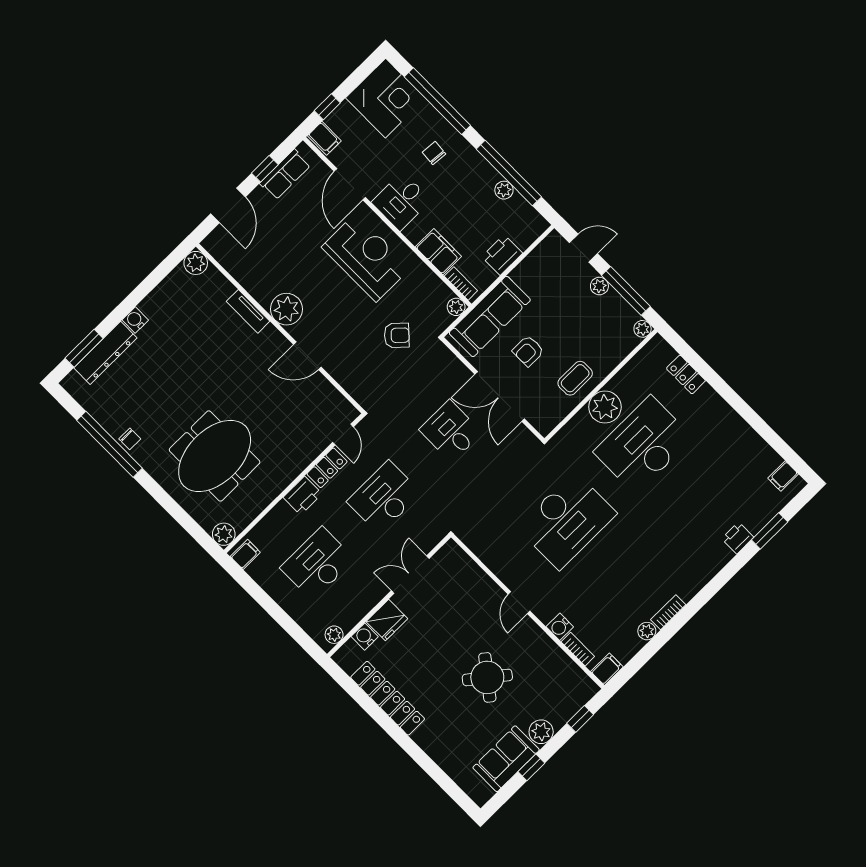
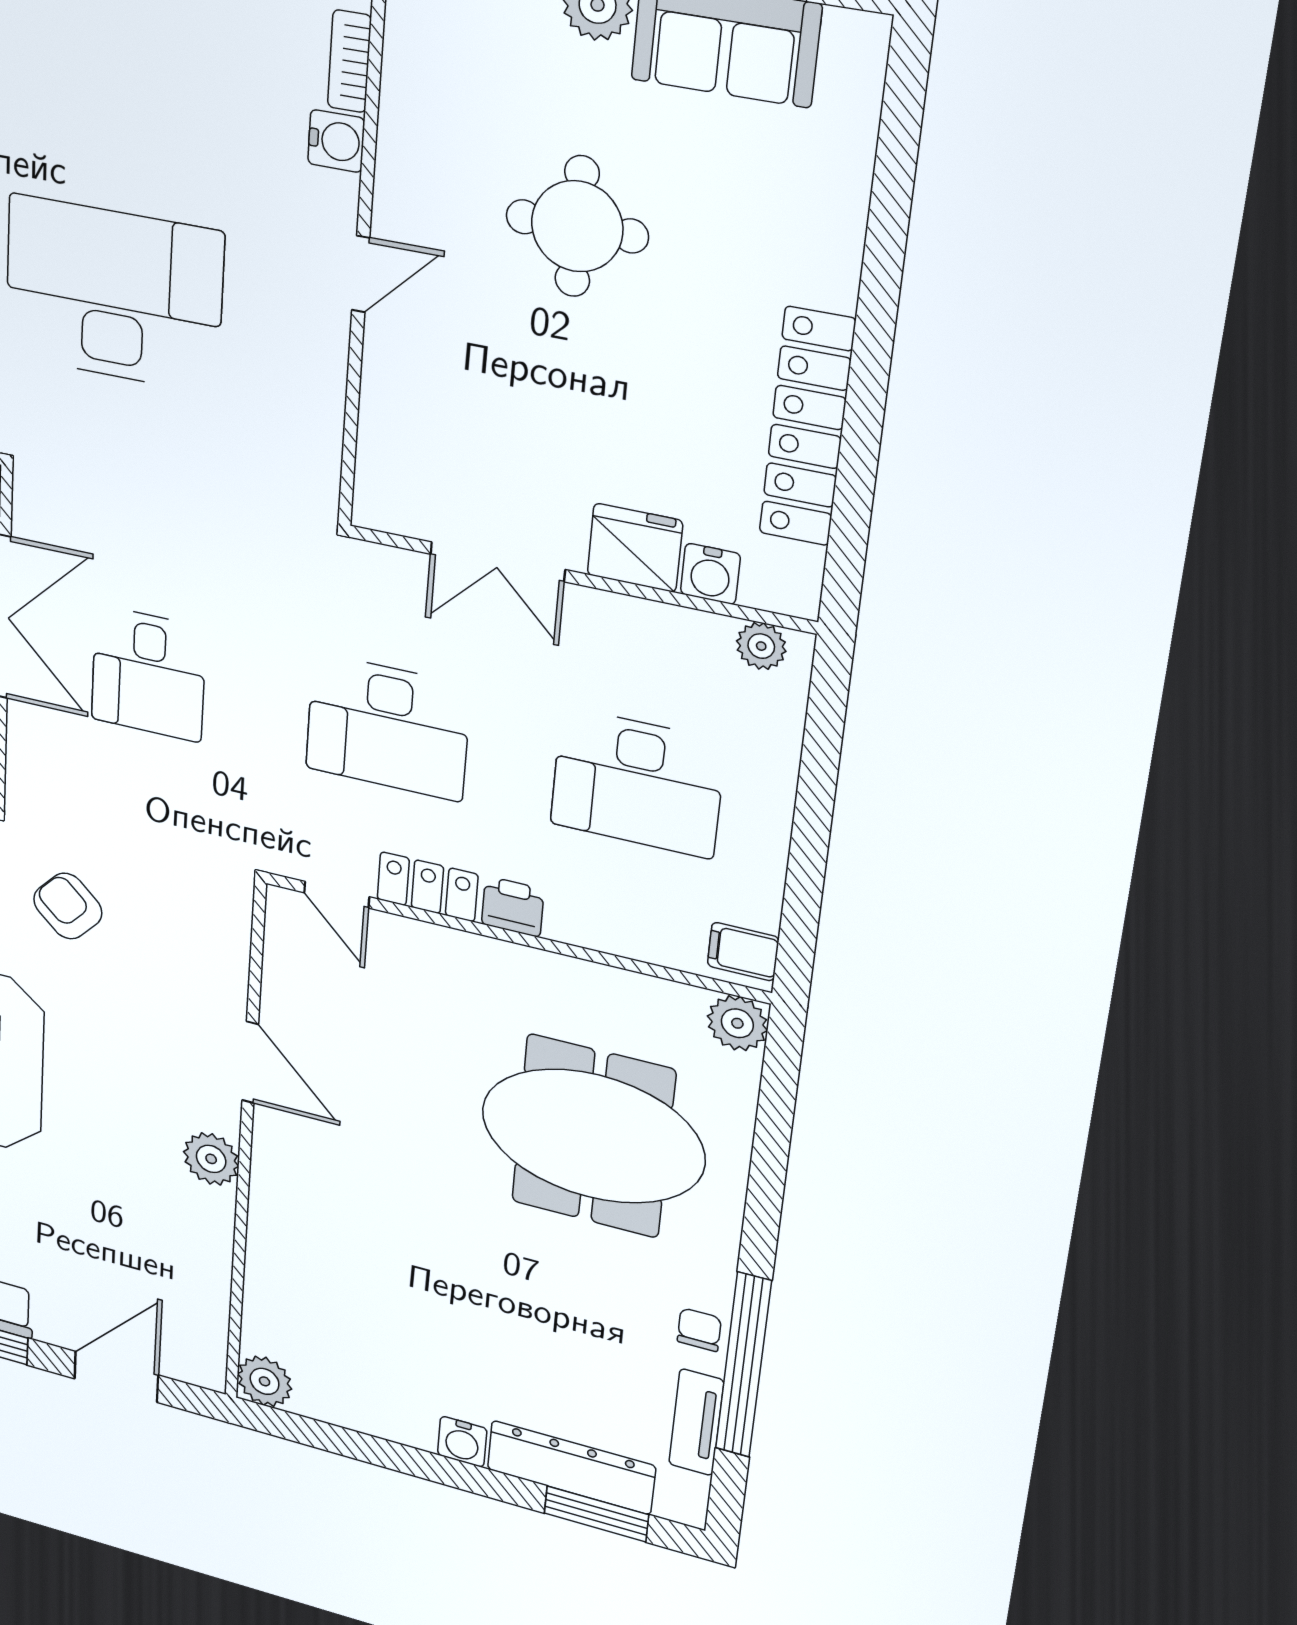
plant: (286, 309) -> (211, 1159), width x0.73, depth x0.73
tv unit: (248, 311) -> (696, 1422), moved, turned 180
door: (343, 435) -> (337, 895), swing flipped
printer: (303, 496) -> (513, 907), width x0.73, depth x0.81
round table: (487, 677) -> (577, 226), turned -38

